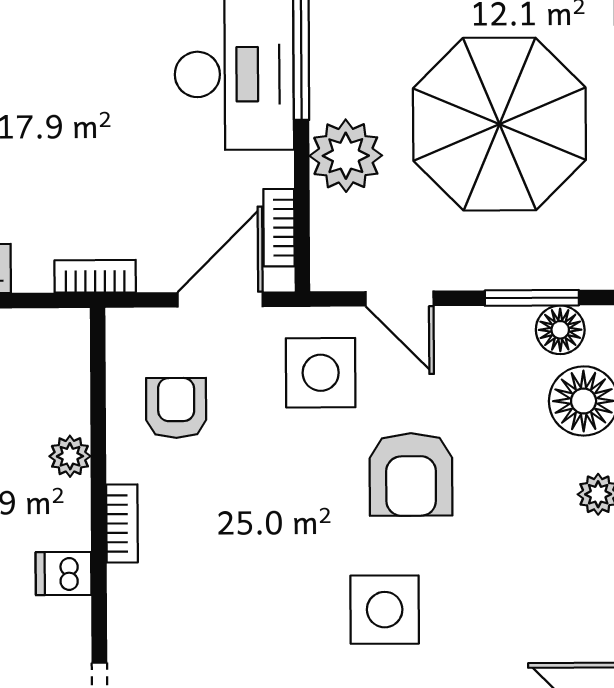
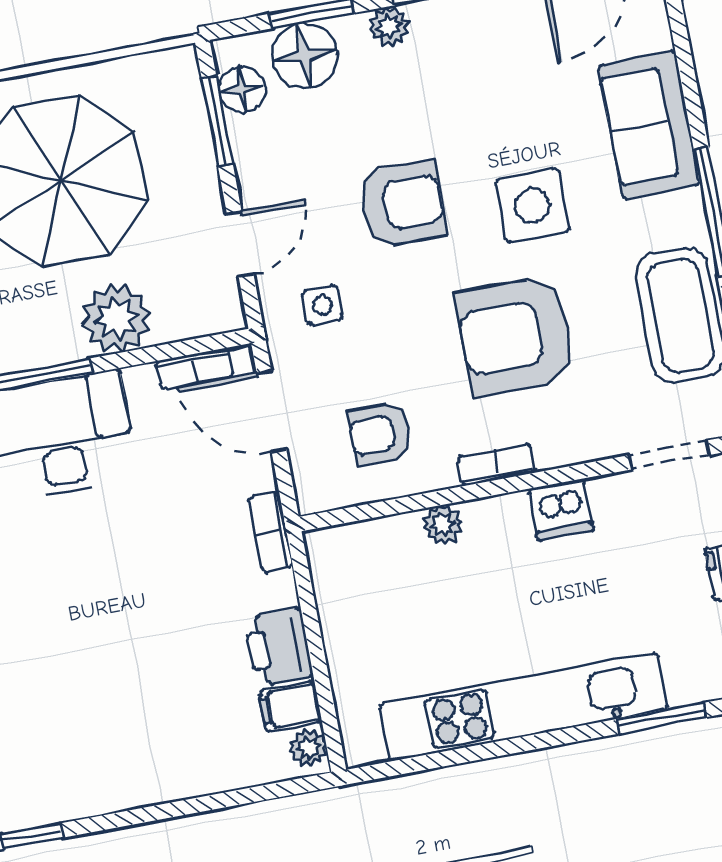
side table: (321, 373) -> (323, 305), width x0.54, depth x0.54
armchair: (253, 568) -> (516, 336), added
dishwasher: (64, 574) -> (561, 509), width x1.38

